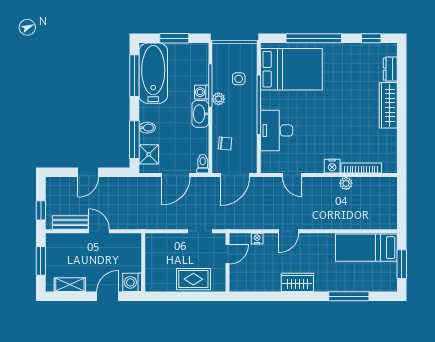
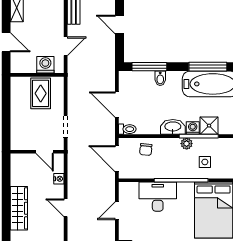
shower: (149, 154) -> (209, 126), moved
door: (99, 231) -> (66, 46), moved
rug: (193, 279) -> (41, 93), moved
washing machine: (132, 282) -> (45, 65), moved
wardrobe: (297, 282) -> (19, 208), width x1.50

